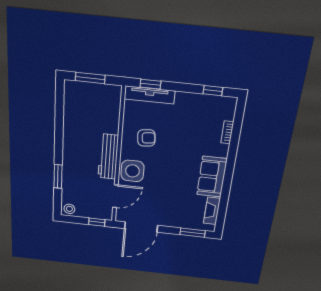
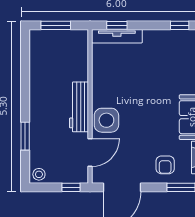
armchair: (146, 138) -> (165, 165), moved, turned 96

